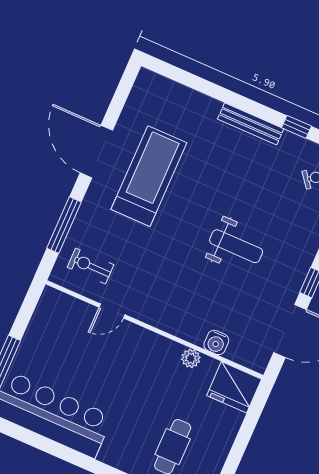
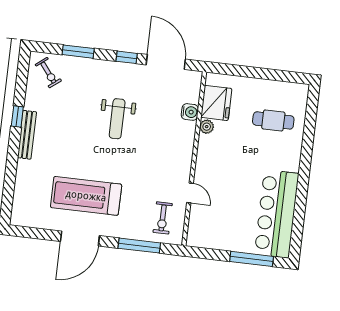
window: (296, 127) -> (17, 116), moved
weight bench: (236, 246) -> (117, 119), turned 180
fridge: (234, 387) -> (216, 103), moved

